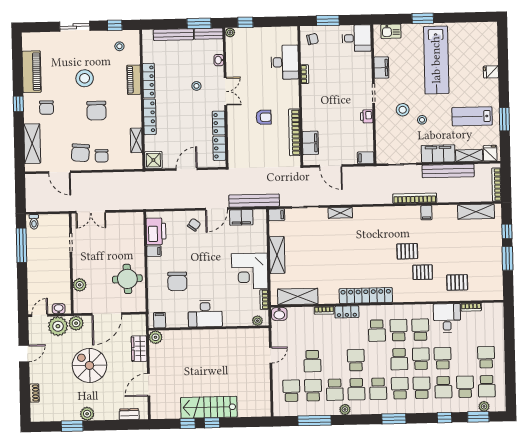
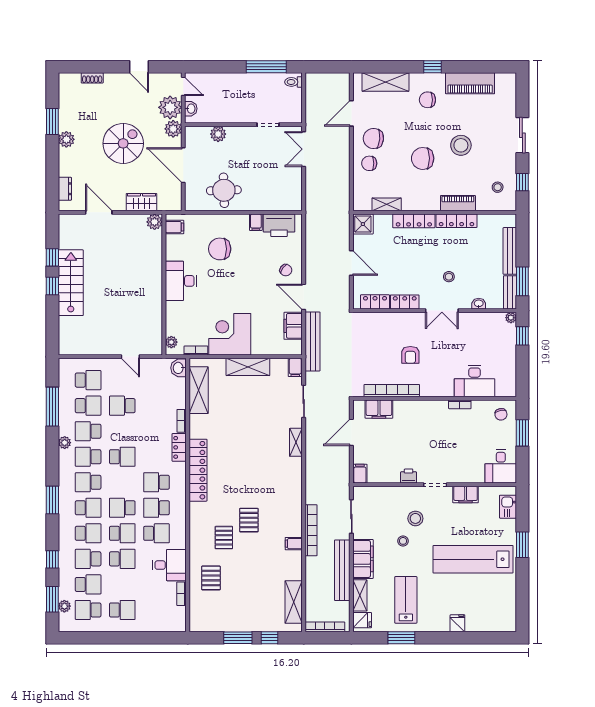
school desk: (399, 330) -> (156, 508), turned 180

